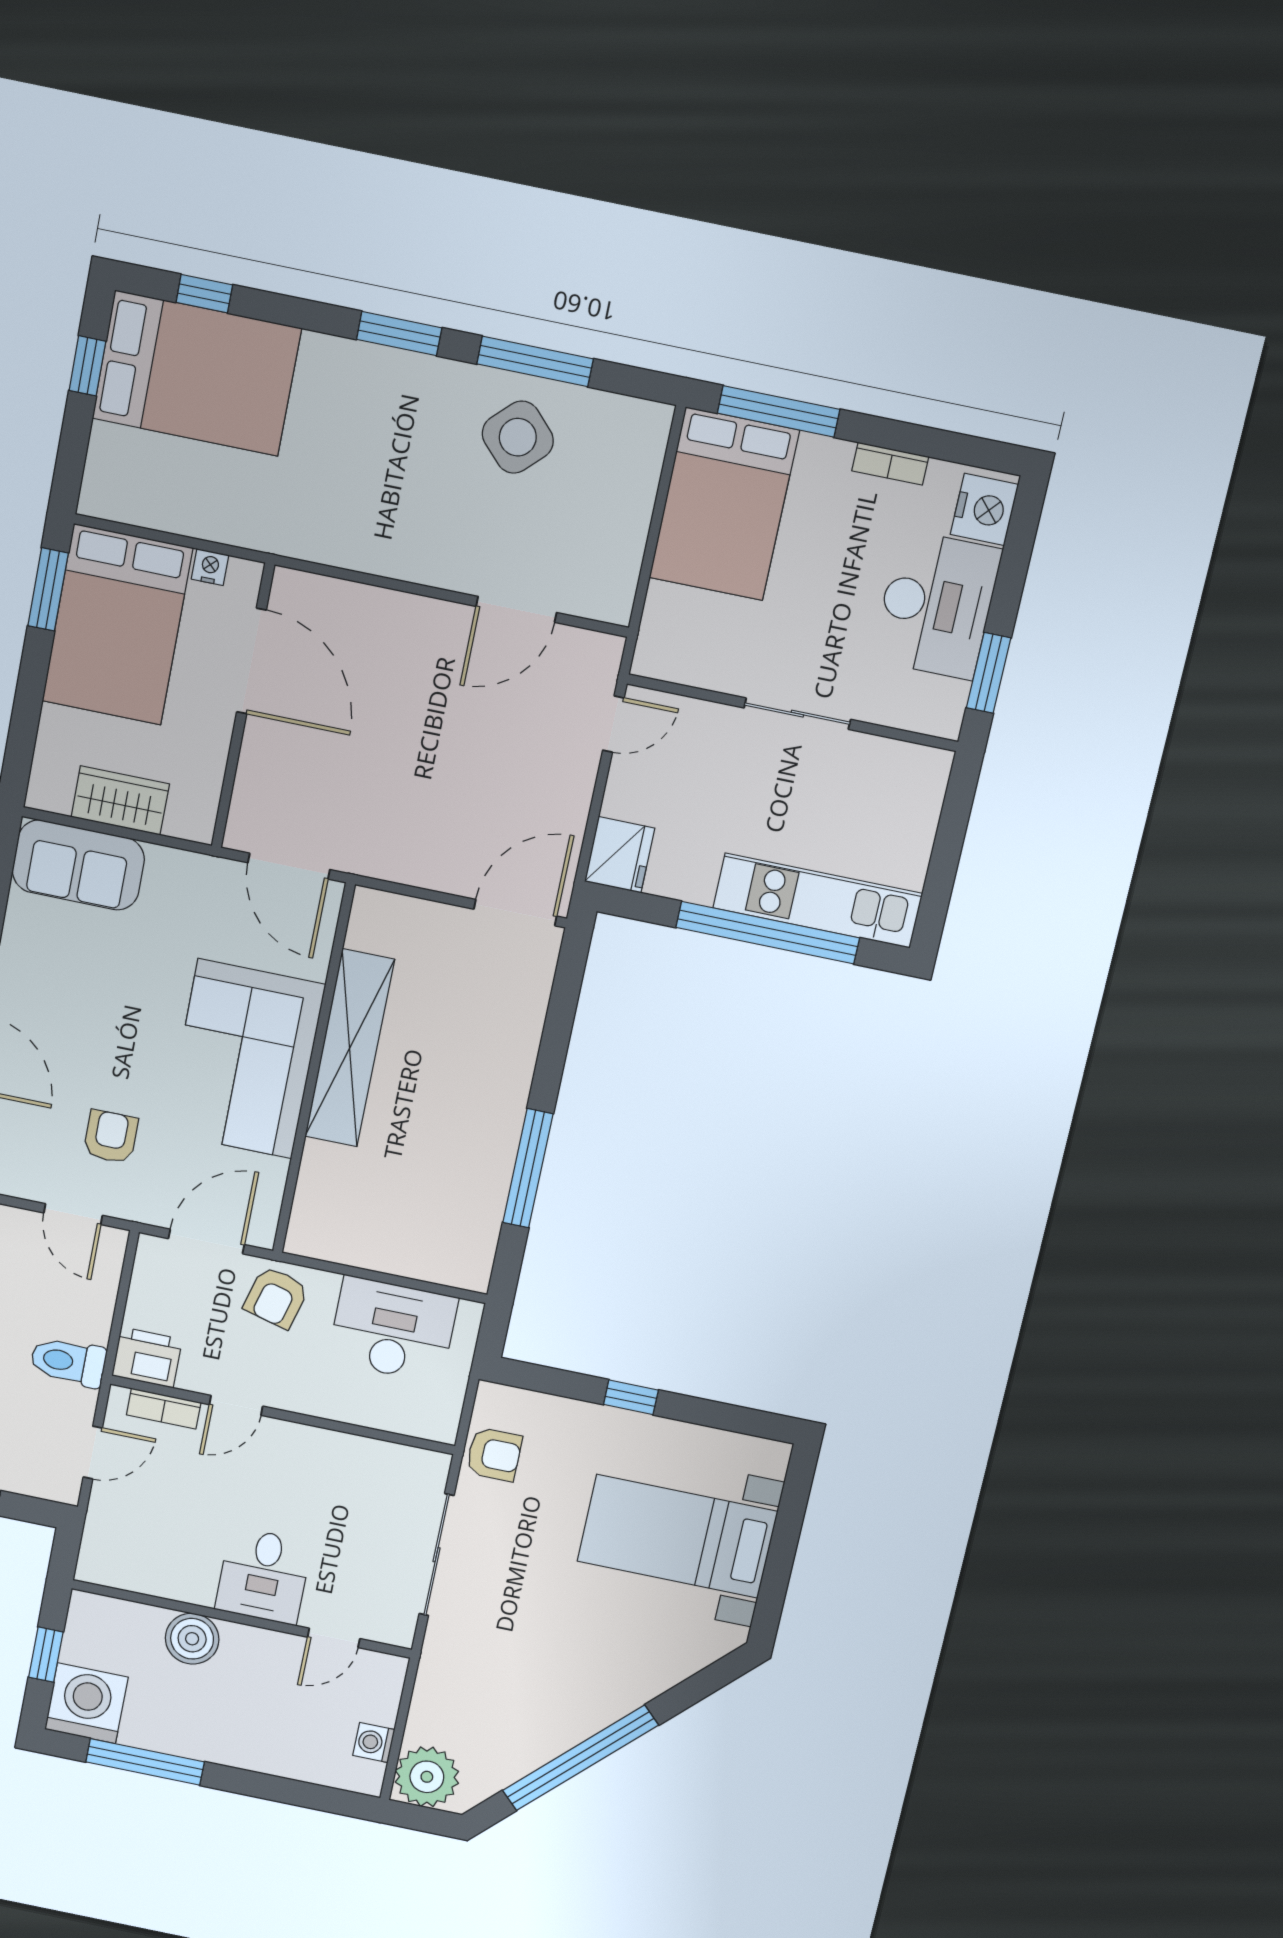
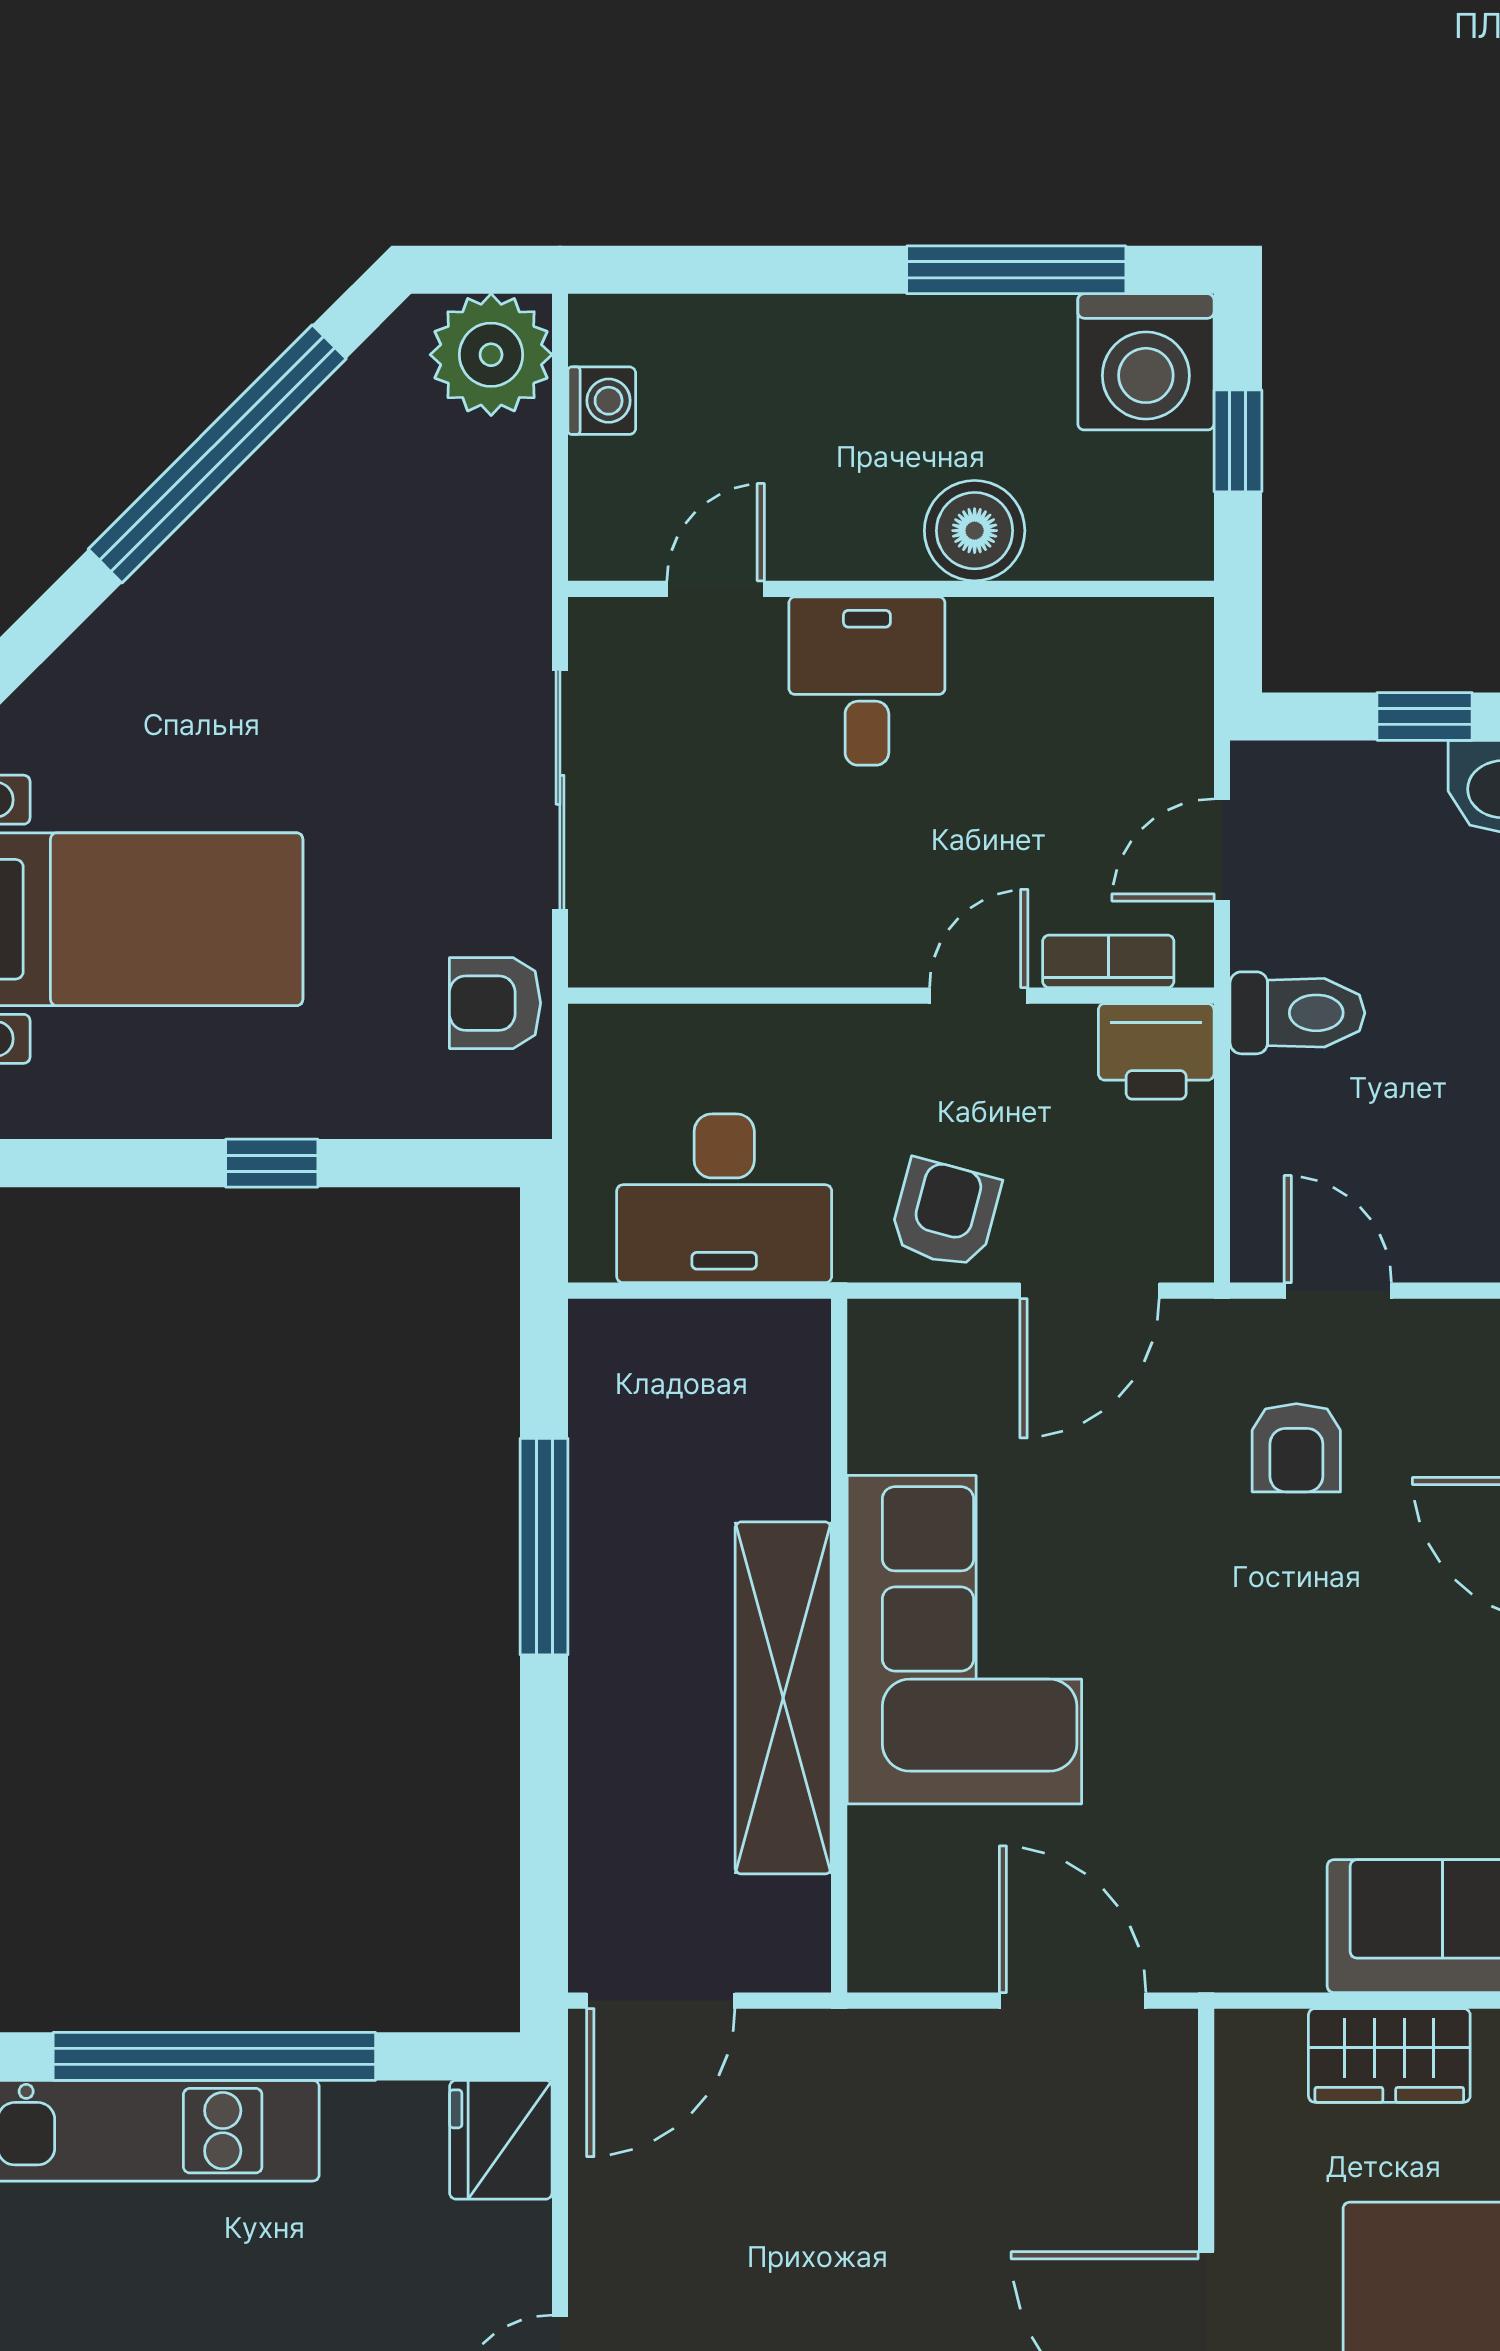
shelving: (350, 1048) -> (783, 1698), moved
corner sofa: (245, 1059) -> (964, 1640), moved
wall: (314, 1070) -> (839, 1646), moved

